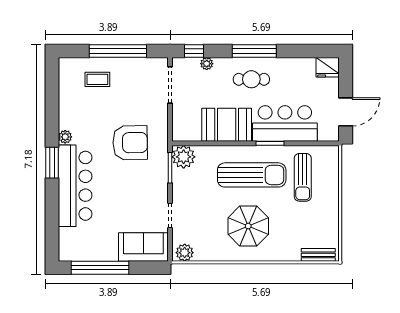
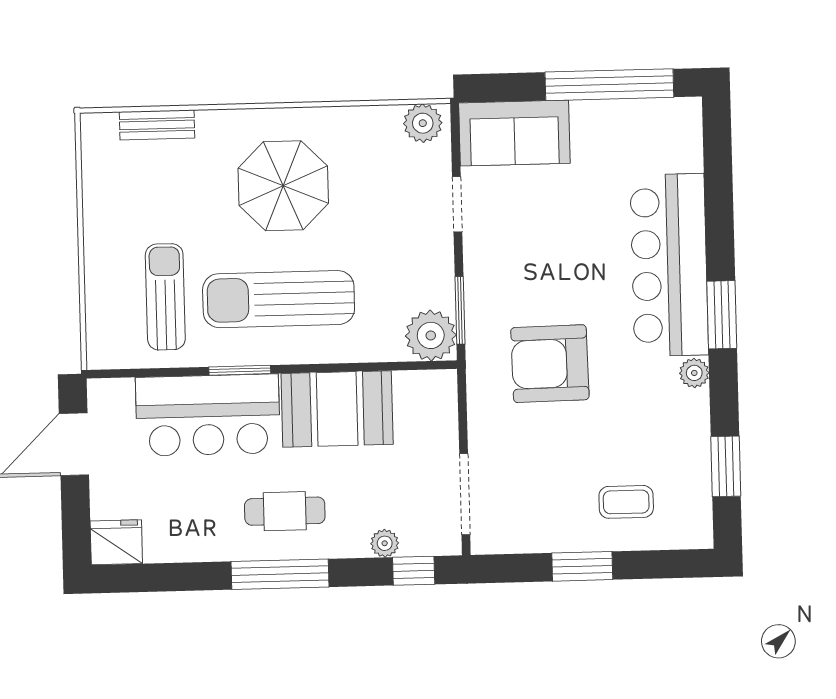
window: (118, 51) -> (582, 566), width x0.47
window: (52, 94) -> (726, 466), added
bench: (318, 255) -> (157, 125), moved

